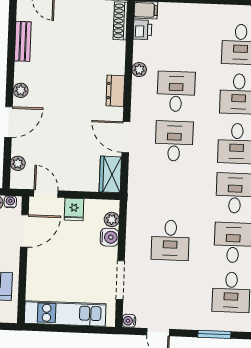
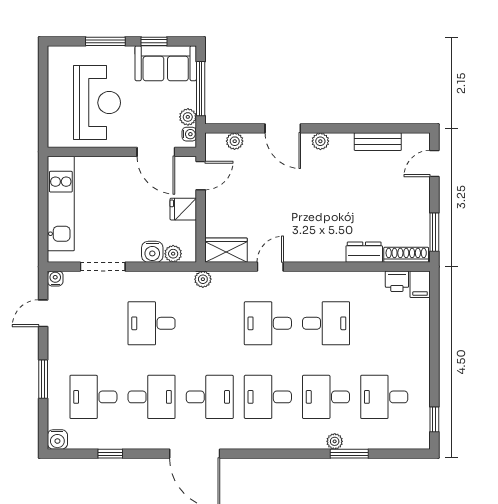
plant: (139, 70) -> (203, 279), moved
dresser: (115, 91) -> (364, 252), moved
door: (126, 137) -> (270, 267), width x0.73
desk: (174, 141) -> (268, 323), turned 180

